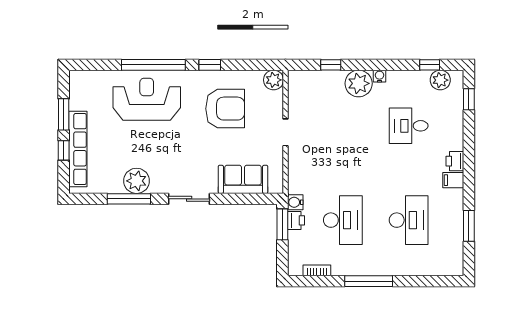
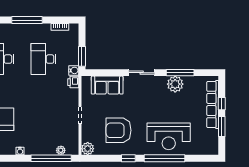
window: (331, 65) -> (51, 158), width x3.17
plant: (359, 83) -> (61, 150), moved, width x0.53, depth x0.53
printer: (296, 220) -> (73, 82), moved

